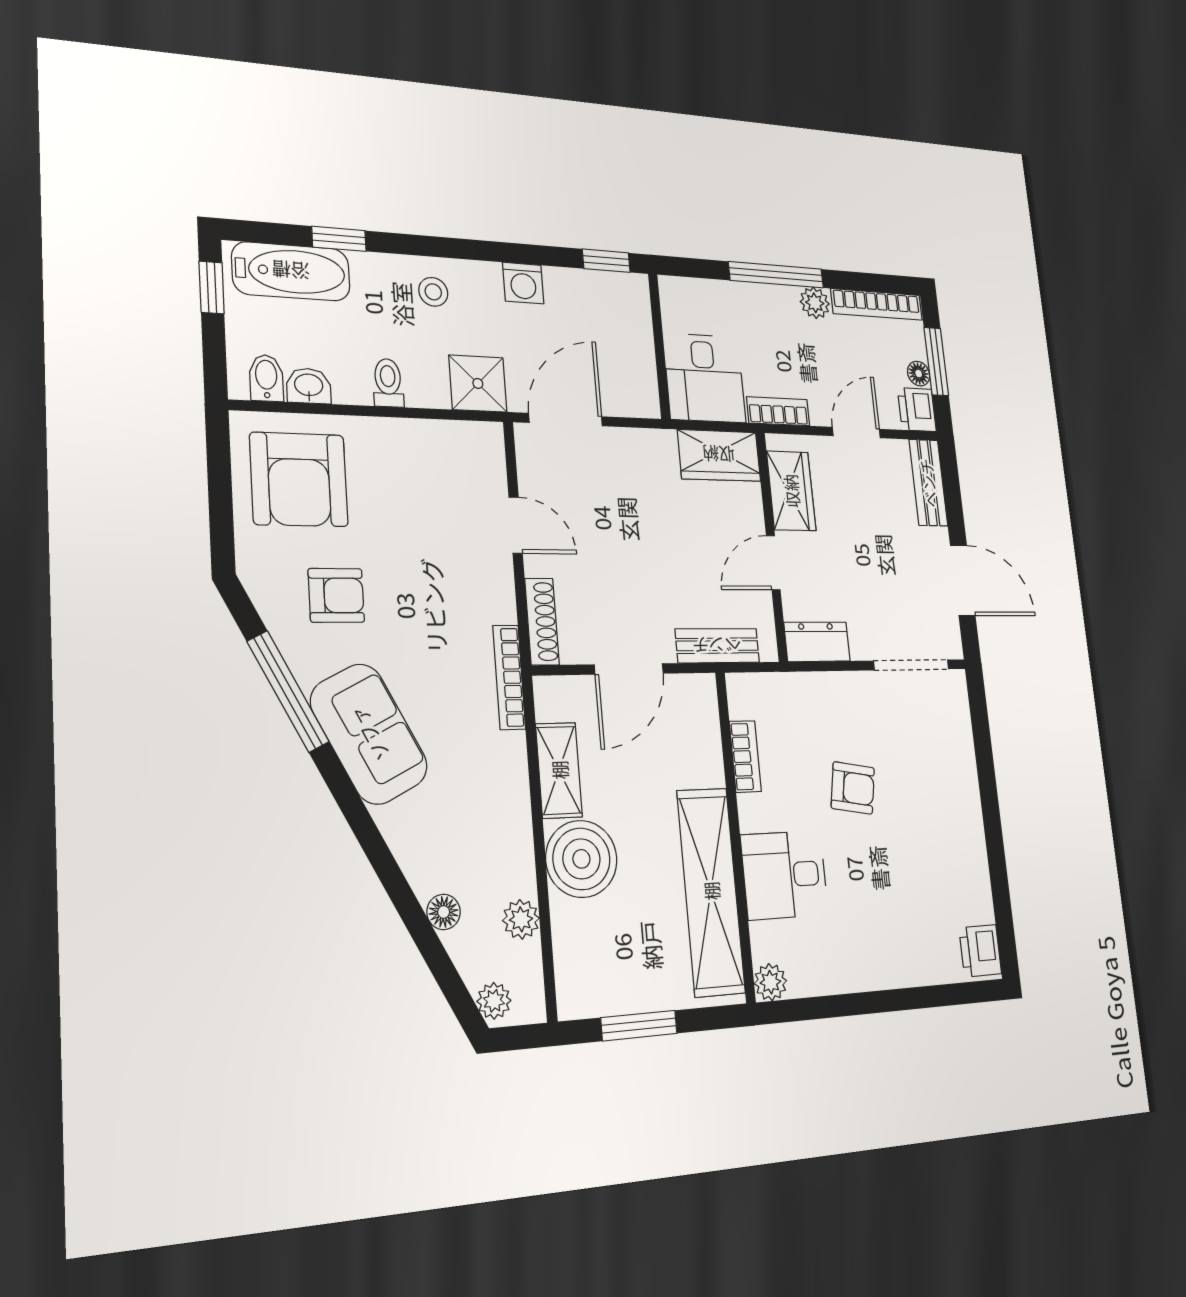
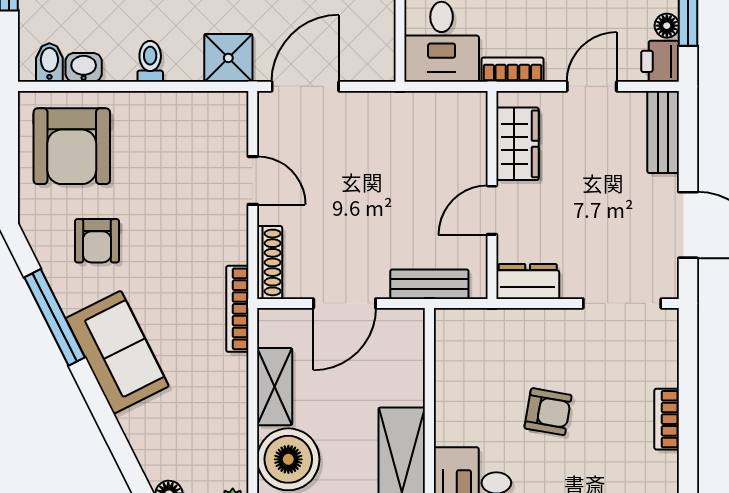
wardrobe: (719, 455) -> (449, 113), removed
armchair: (336, 595) -> (97, 241), turned 90
bookcase: (745, 756) -> (667, 419), moved, turned 180

